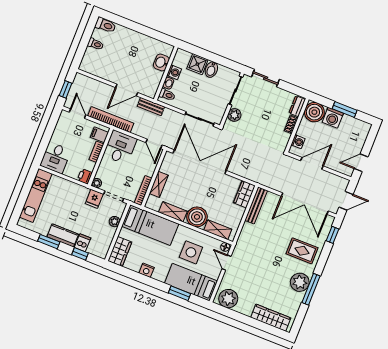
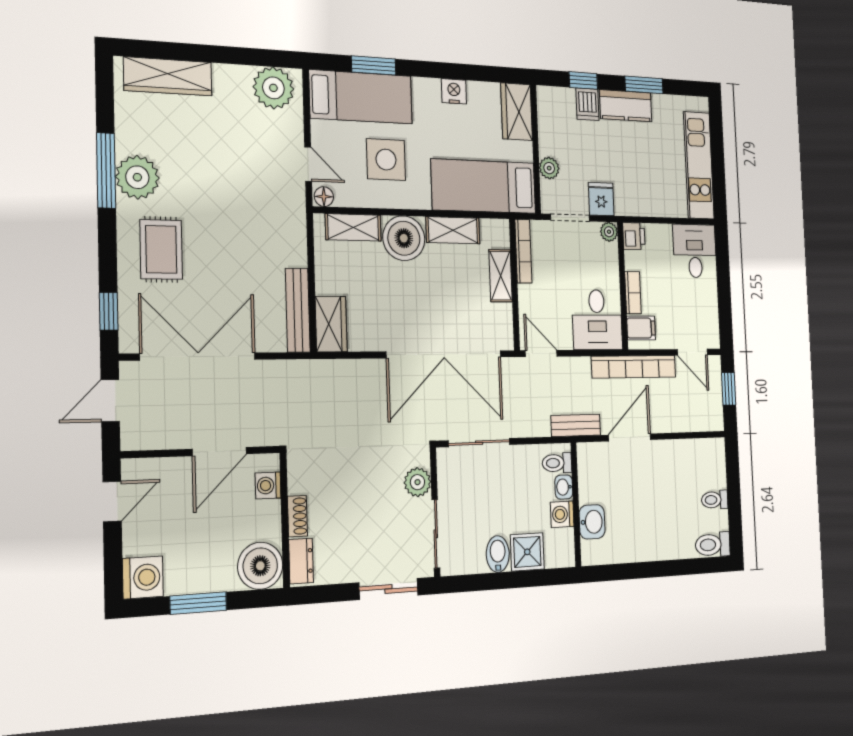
washing machine: (333, 118) -> (143, 577), moved, turned 90
rug: (302, 251) -> (161, 249), turned 90

